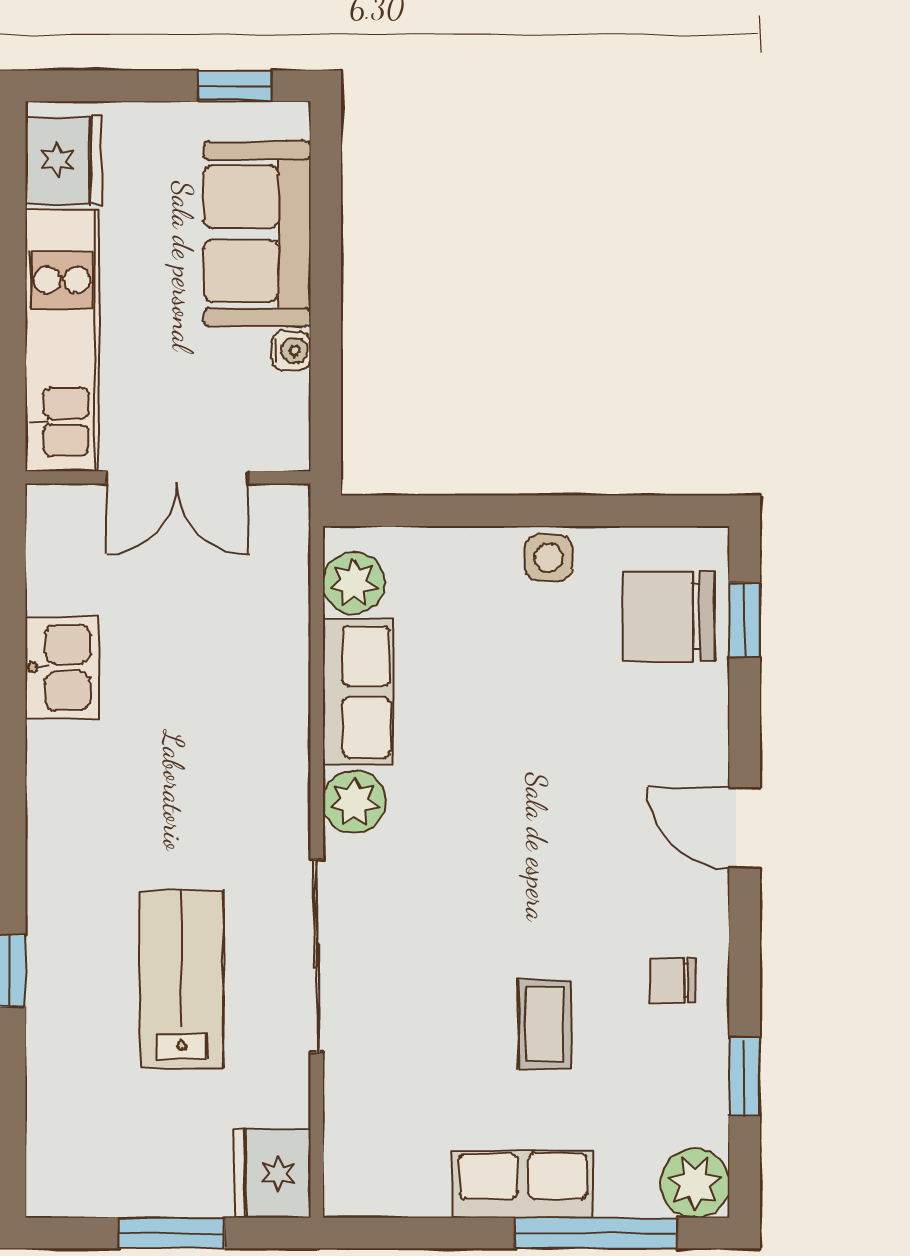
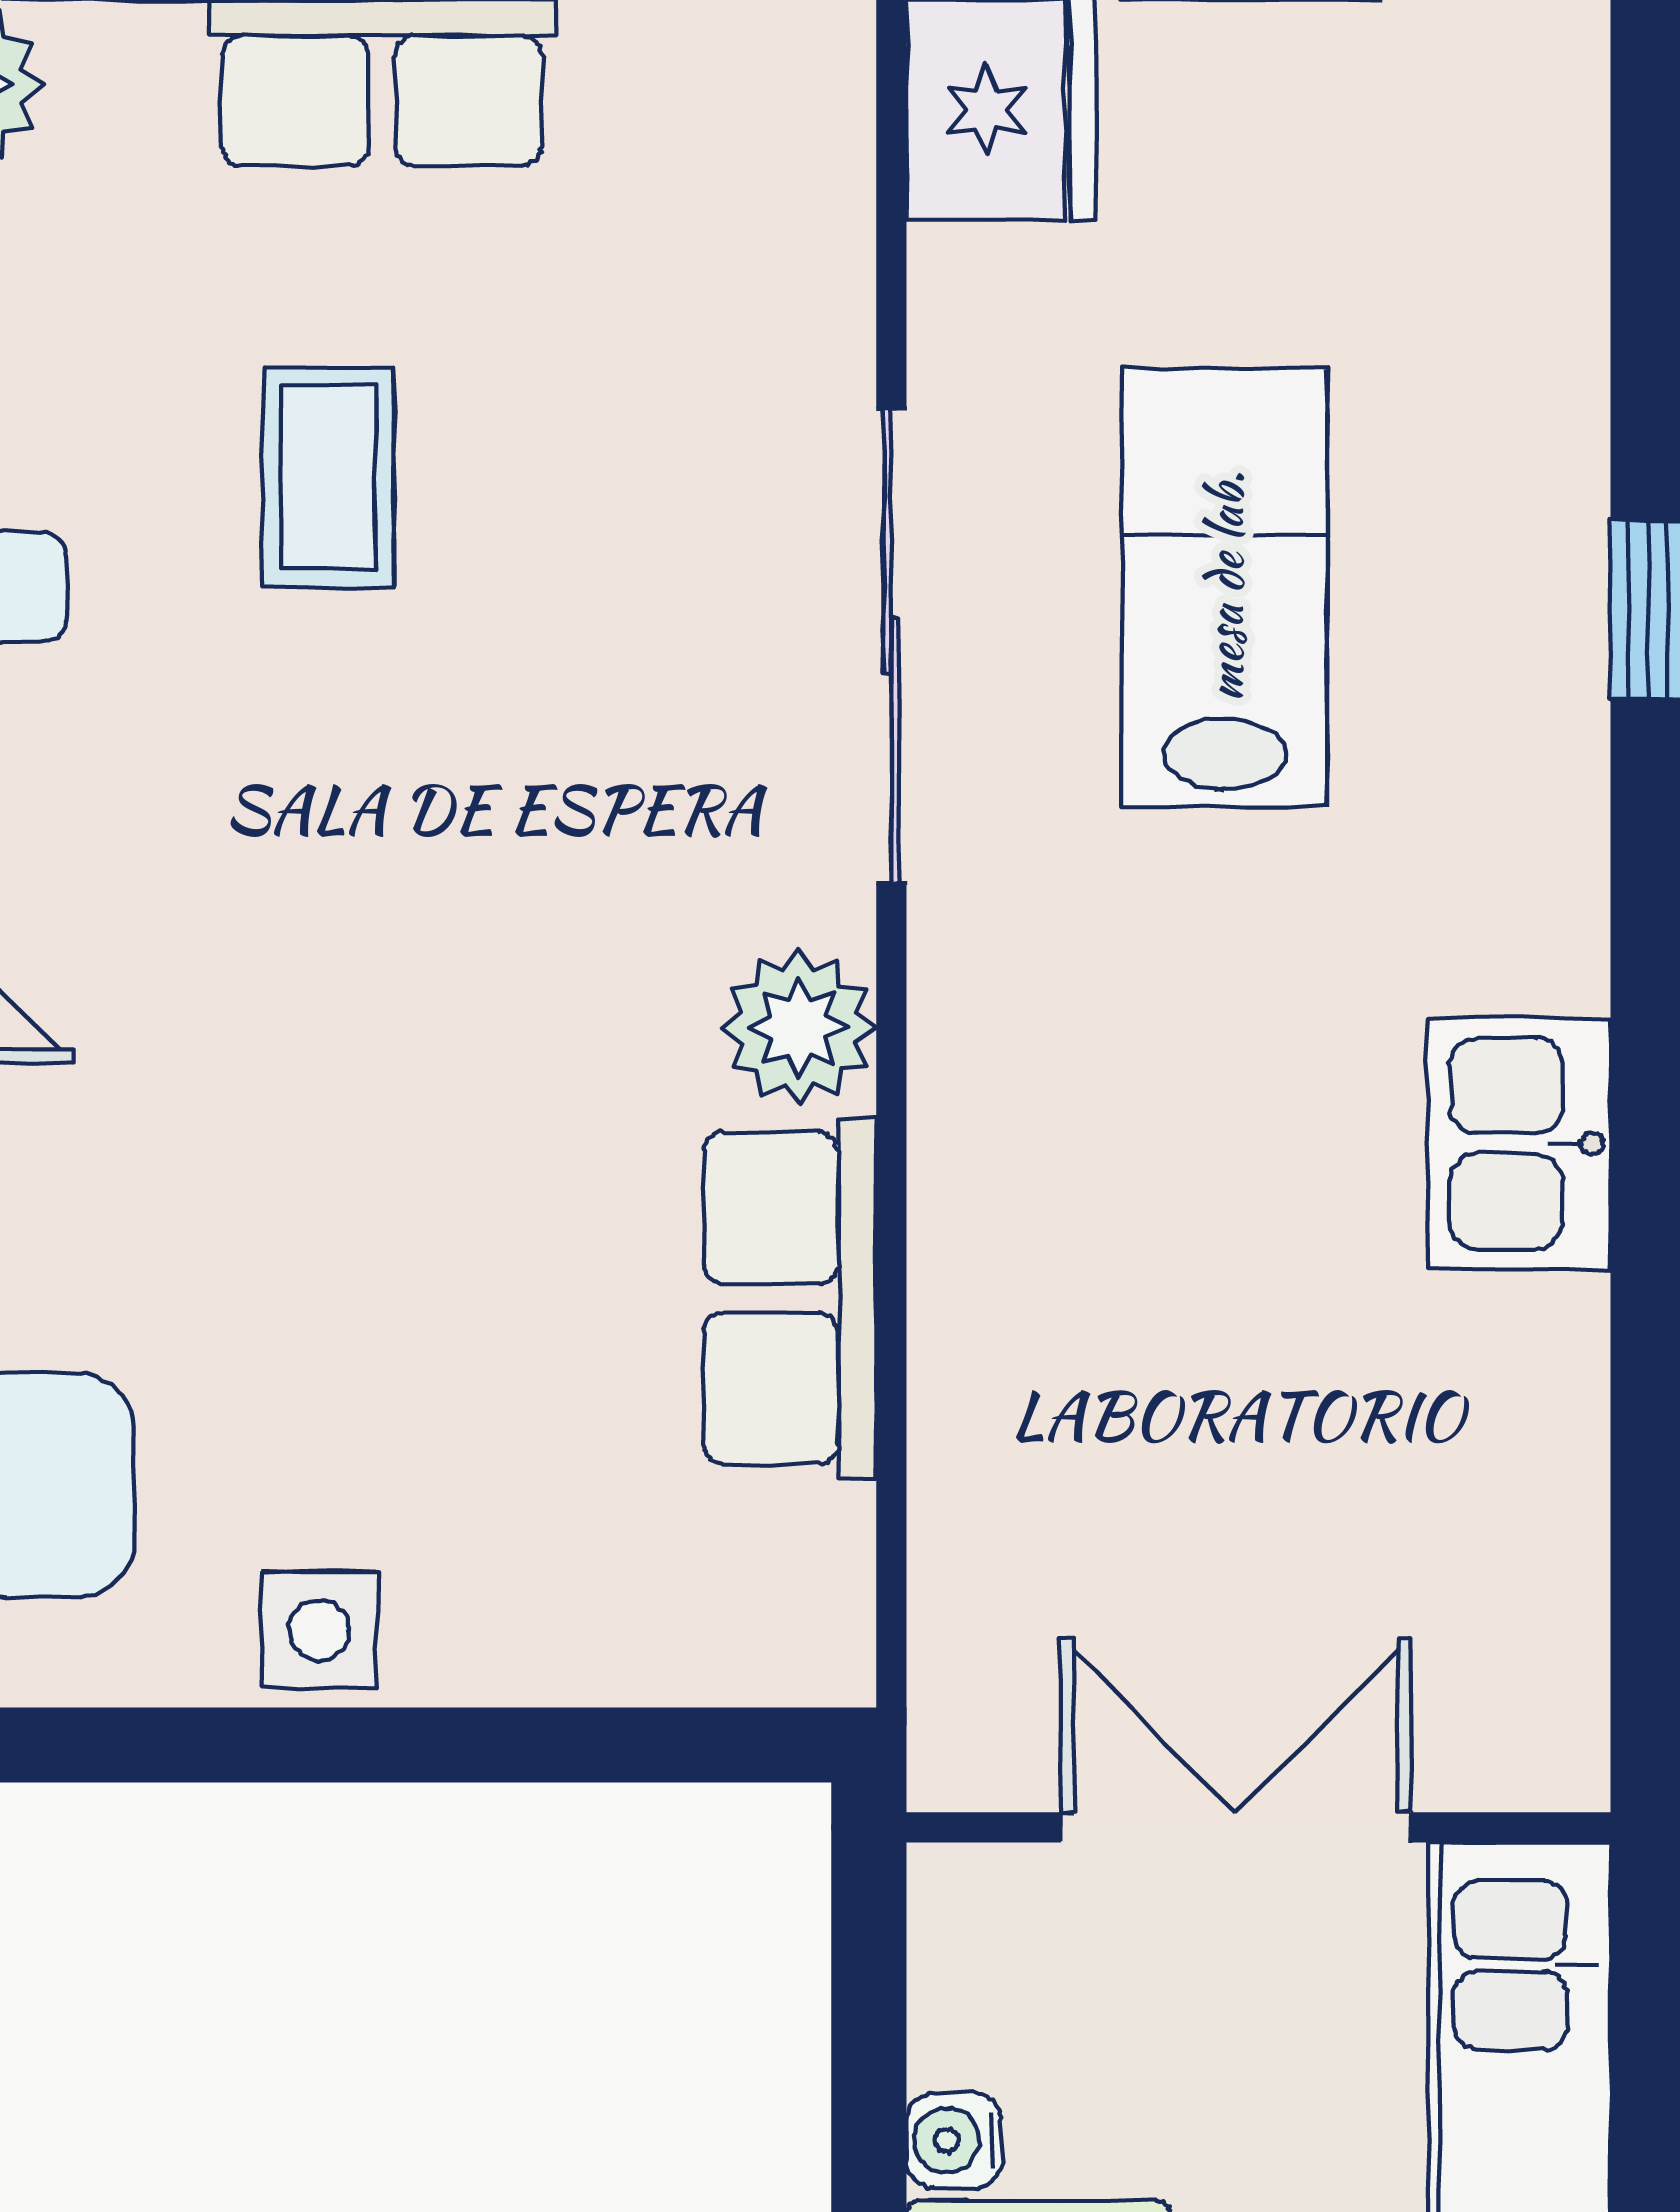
plant: (354, 583) -> (800, 1567), removed
kitchen sink: (62, 668) -> (1519, 1143), moved
lab bench: (182, 980) -> (1225, 587), turned 180

